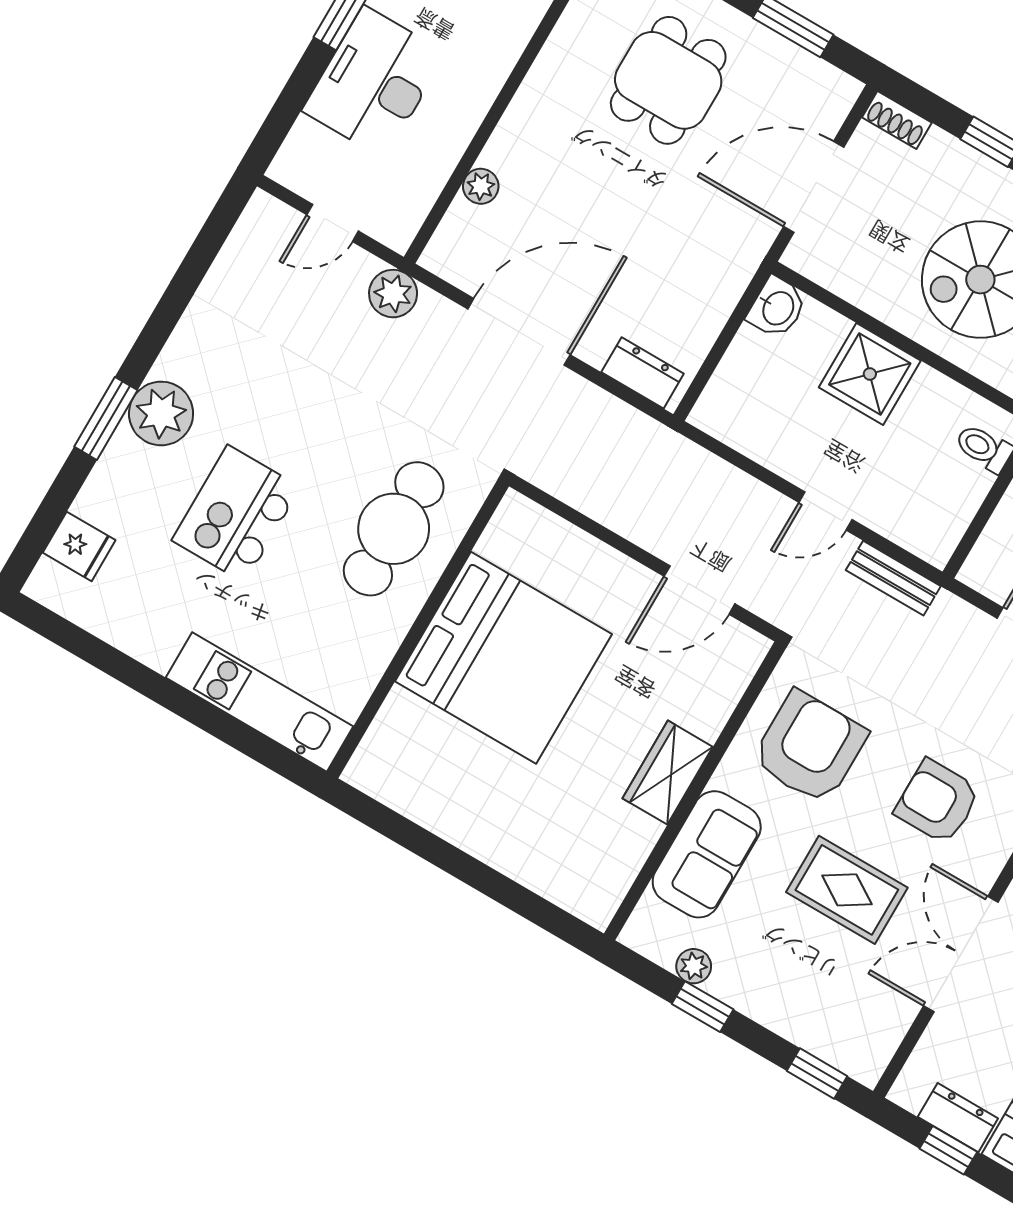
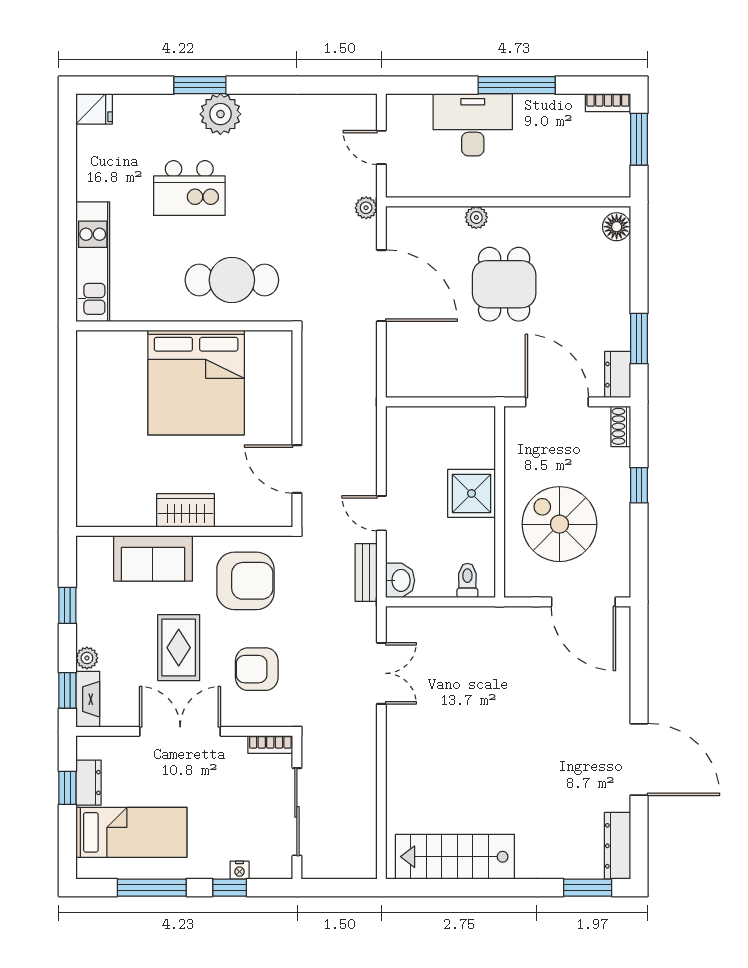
dining table: (668, 80) -> (504, 284), moved, turned 90
plant: (481, 186) -> (476, 217), moved
plant: (393, 294) -> (366, 208), width x0.73, depth x0.73
washbasin: (777, 308) -> (400, 580), moved, turned -90
dresser: (643, 373) -> (618, 375), moved, turned 180
kitchen island: (236, 514) -> (189, 188), turned 180
fridge: (79, 546) -> (94, 109), moved, turned -90
armchair: (937, 802) -> (257, 669), turned -90
plant: (694, 966) -> (87, 658), moved
fireplace: (845, 1053) -> (88, 699), added

